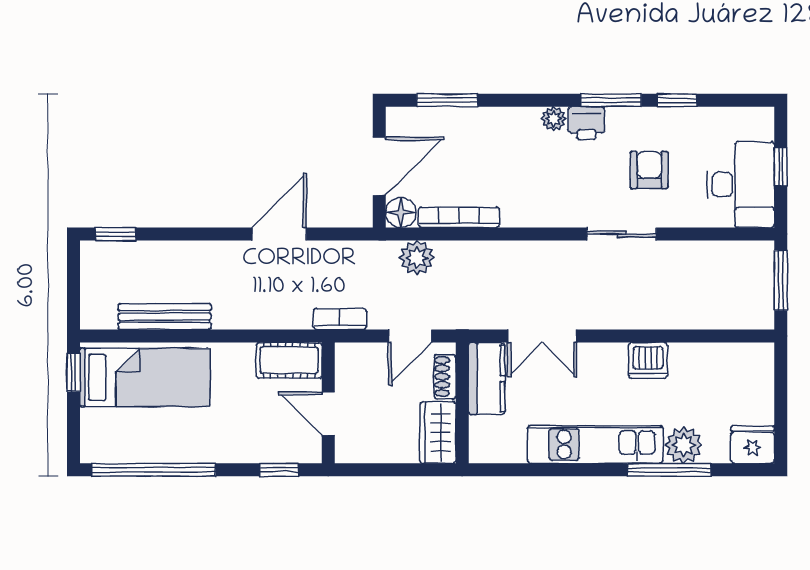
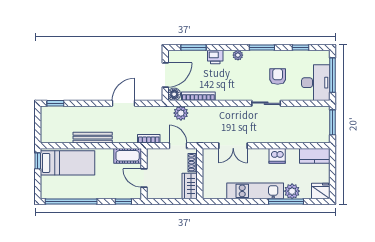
window: (677, 100) -> (300, 47), moved
printer: (586, 123) -> (215, 57), moved
window: (781, 167) -> (333, 75), width x2.17
bench: (165, 317) -> (93, 138), moved
door: (410, 336) -> (178, 146), swing flipped
kitchen counter: (487, 379) -> (315, 156), moved, turned 90

